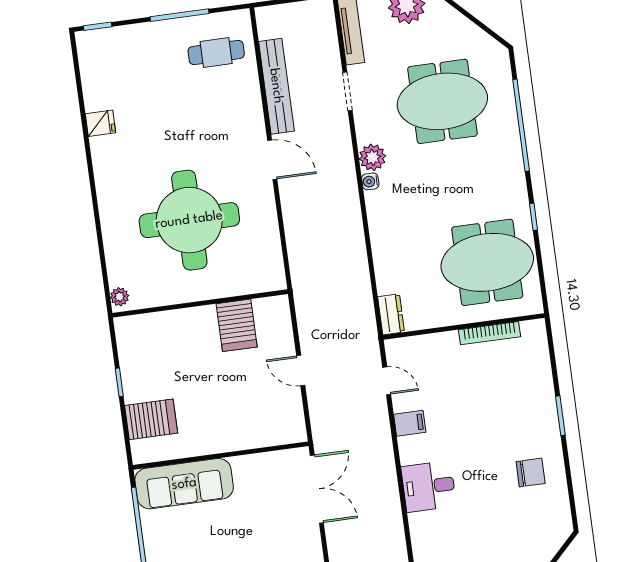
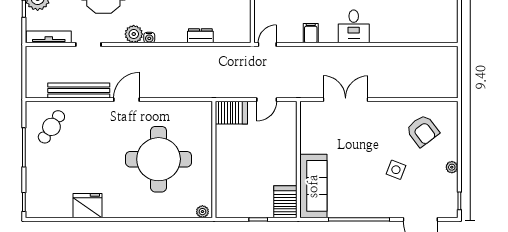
cafe table: (216, 52) -> (51, 127), turned 34
fridge: (100, 123) -> (87, 206), width x1.88, depth x1.34
dresser: (391, 314) -> (200, 36), moved
server rack: (237, 325) -> (231, 113), moved
door: (387, 381) -> (267, 44), moved
wall: (221, 456) -> (298, 159), moved
sofa: (184, 484) -> (313, 186), moved

